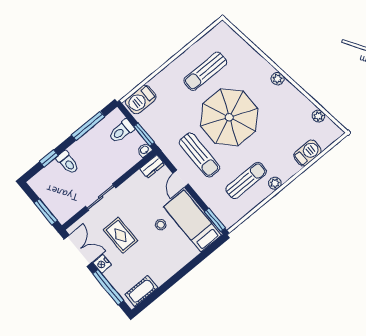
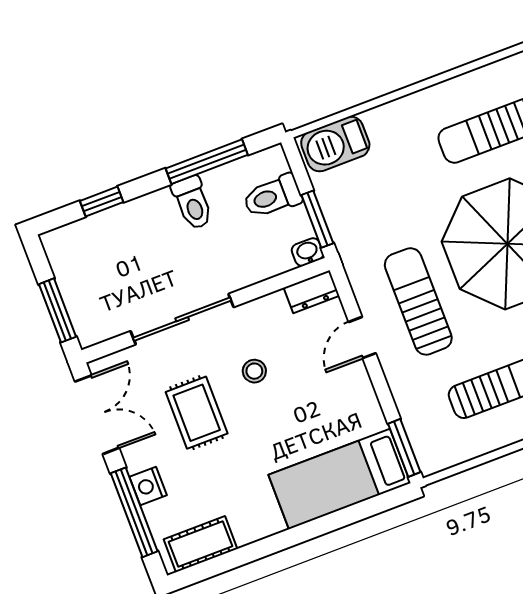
sun lounger: (199, 155) -> (418, 301), turned 180
toilet: (68, 163) -> (192, 203), moved
sliding door: (101, 197) -> (182, 319), width x1.37
bed: (192, 221) -> (340, 479), moved, turned -90
stool: (161, 225) -> (254, 371), moved
nightstand: (102, 264) -> (148, 486), moved

